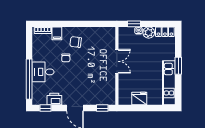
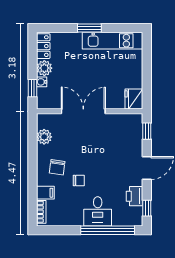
plant: (98, 32) -> (44, 137), added
double door: (117, 61) -> (83, 111), width x1.37
fridge: (139, 99) -> (134, 99), moved

